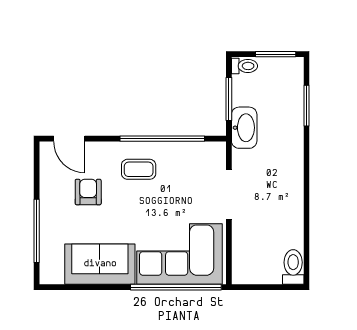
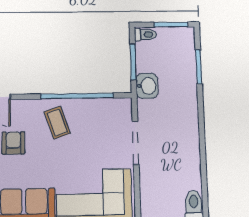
washbasin: (244, 128) -> (147, 86), width x0.72
coffee table: (139, 169) -> (57, 123), turned 71

